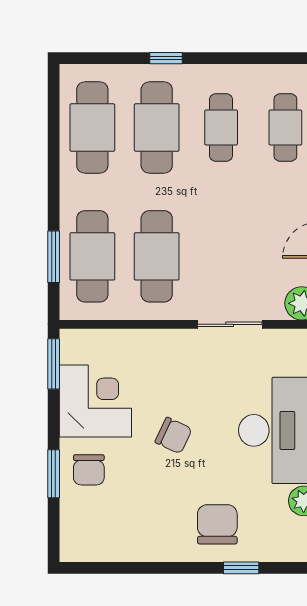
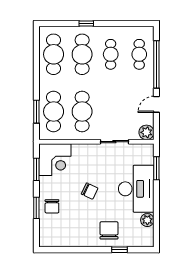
window: (54, 364) -> (36, 169), moved
corner desk: (95, 401) -> (55, 160), moved, turned 90

